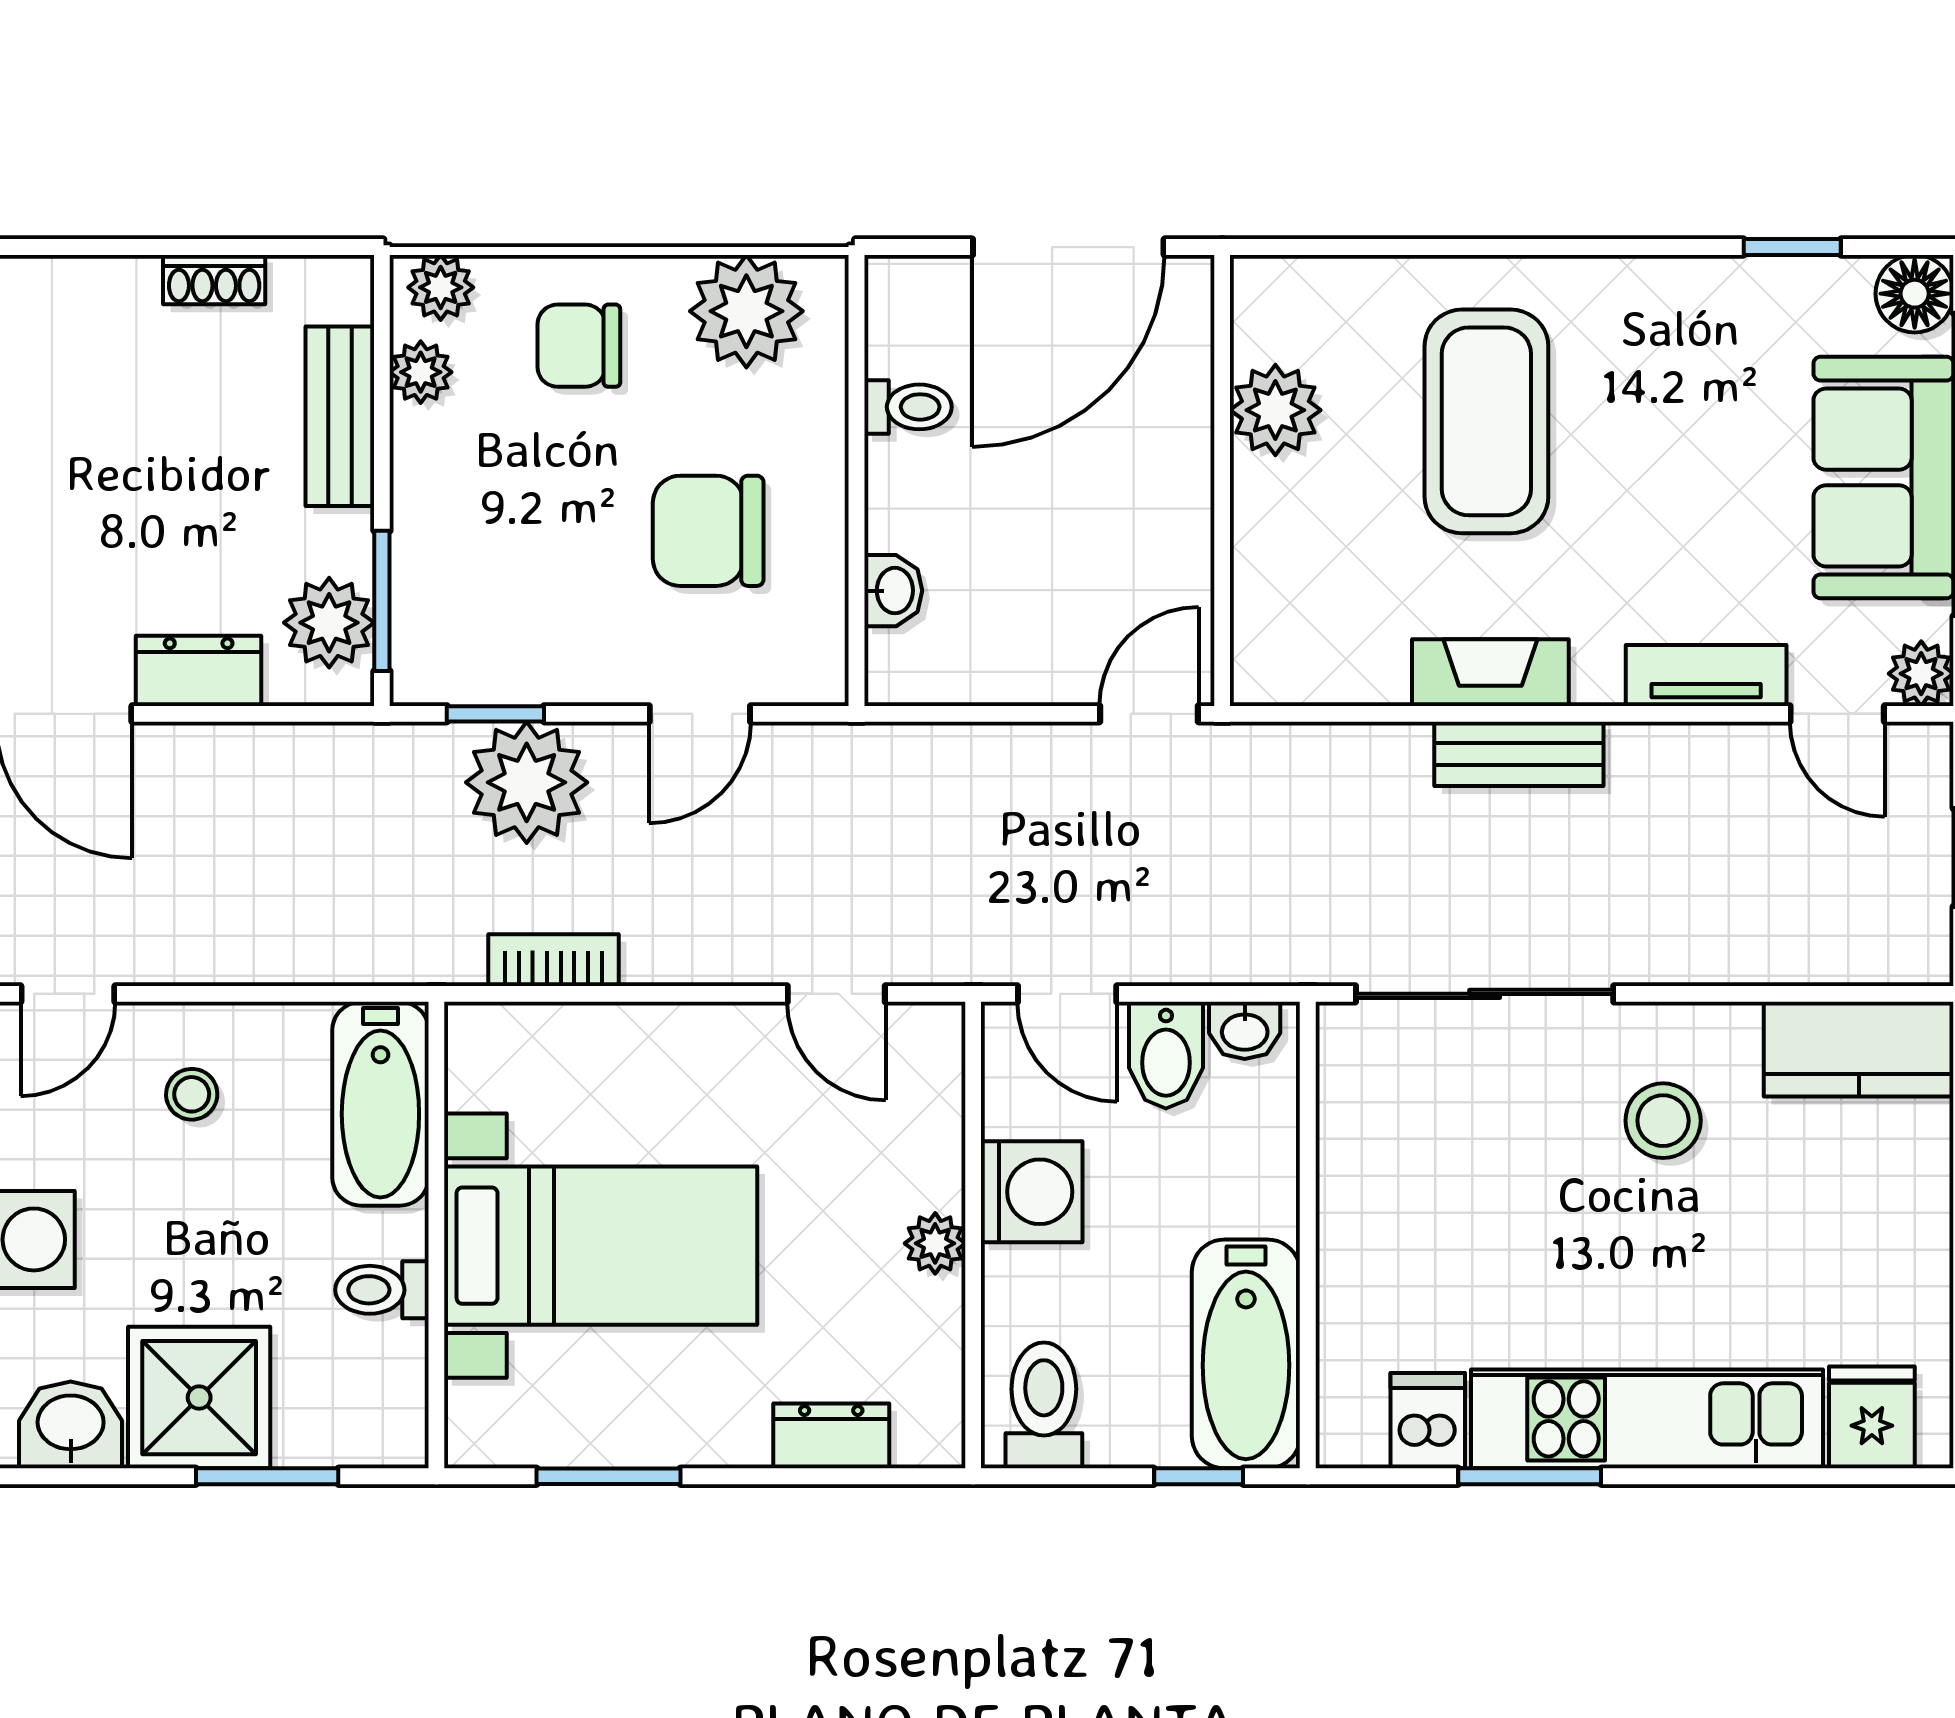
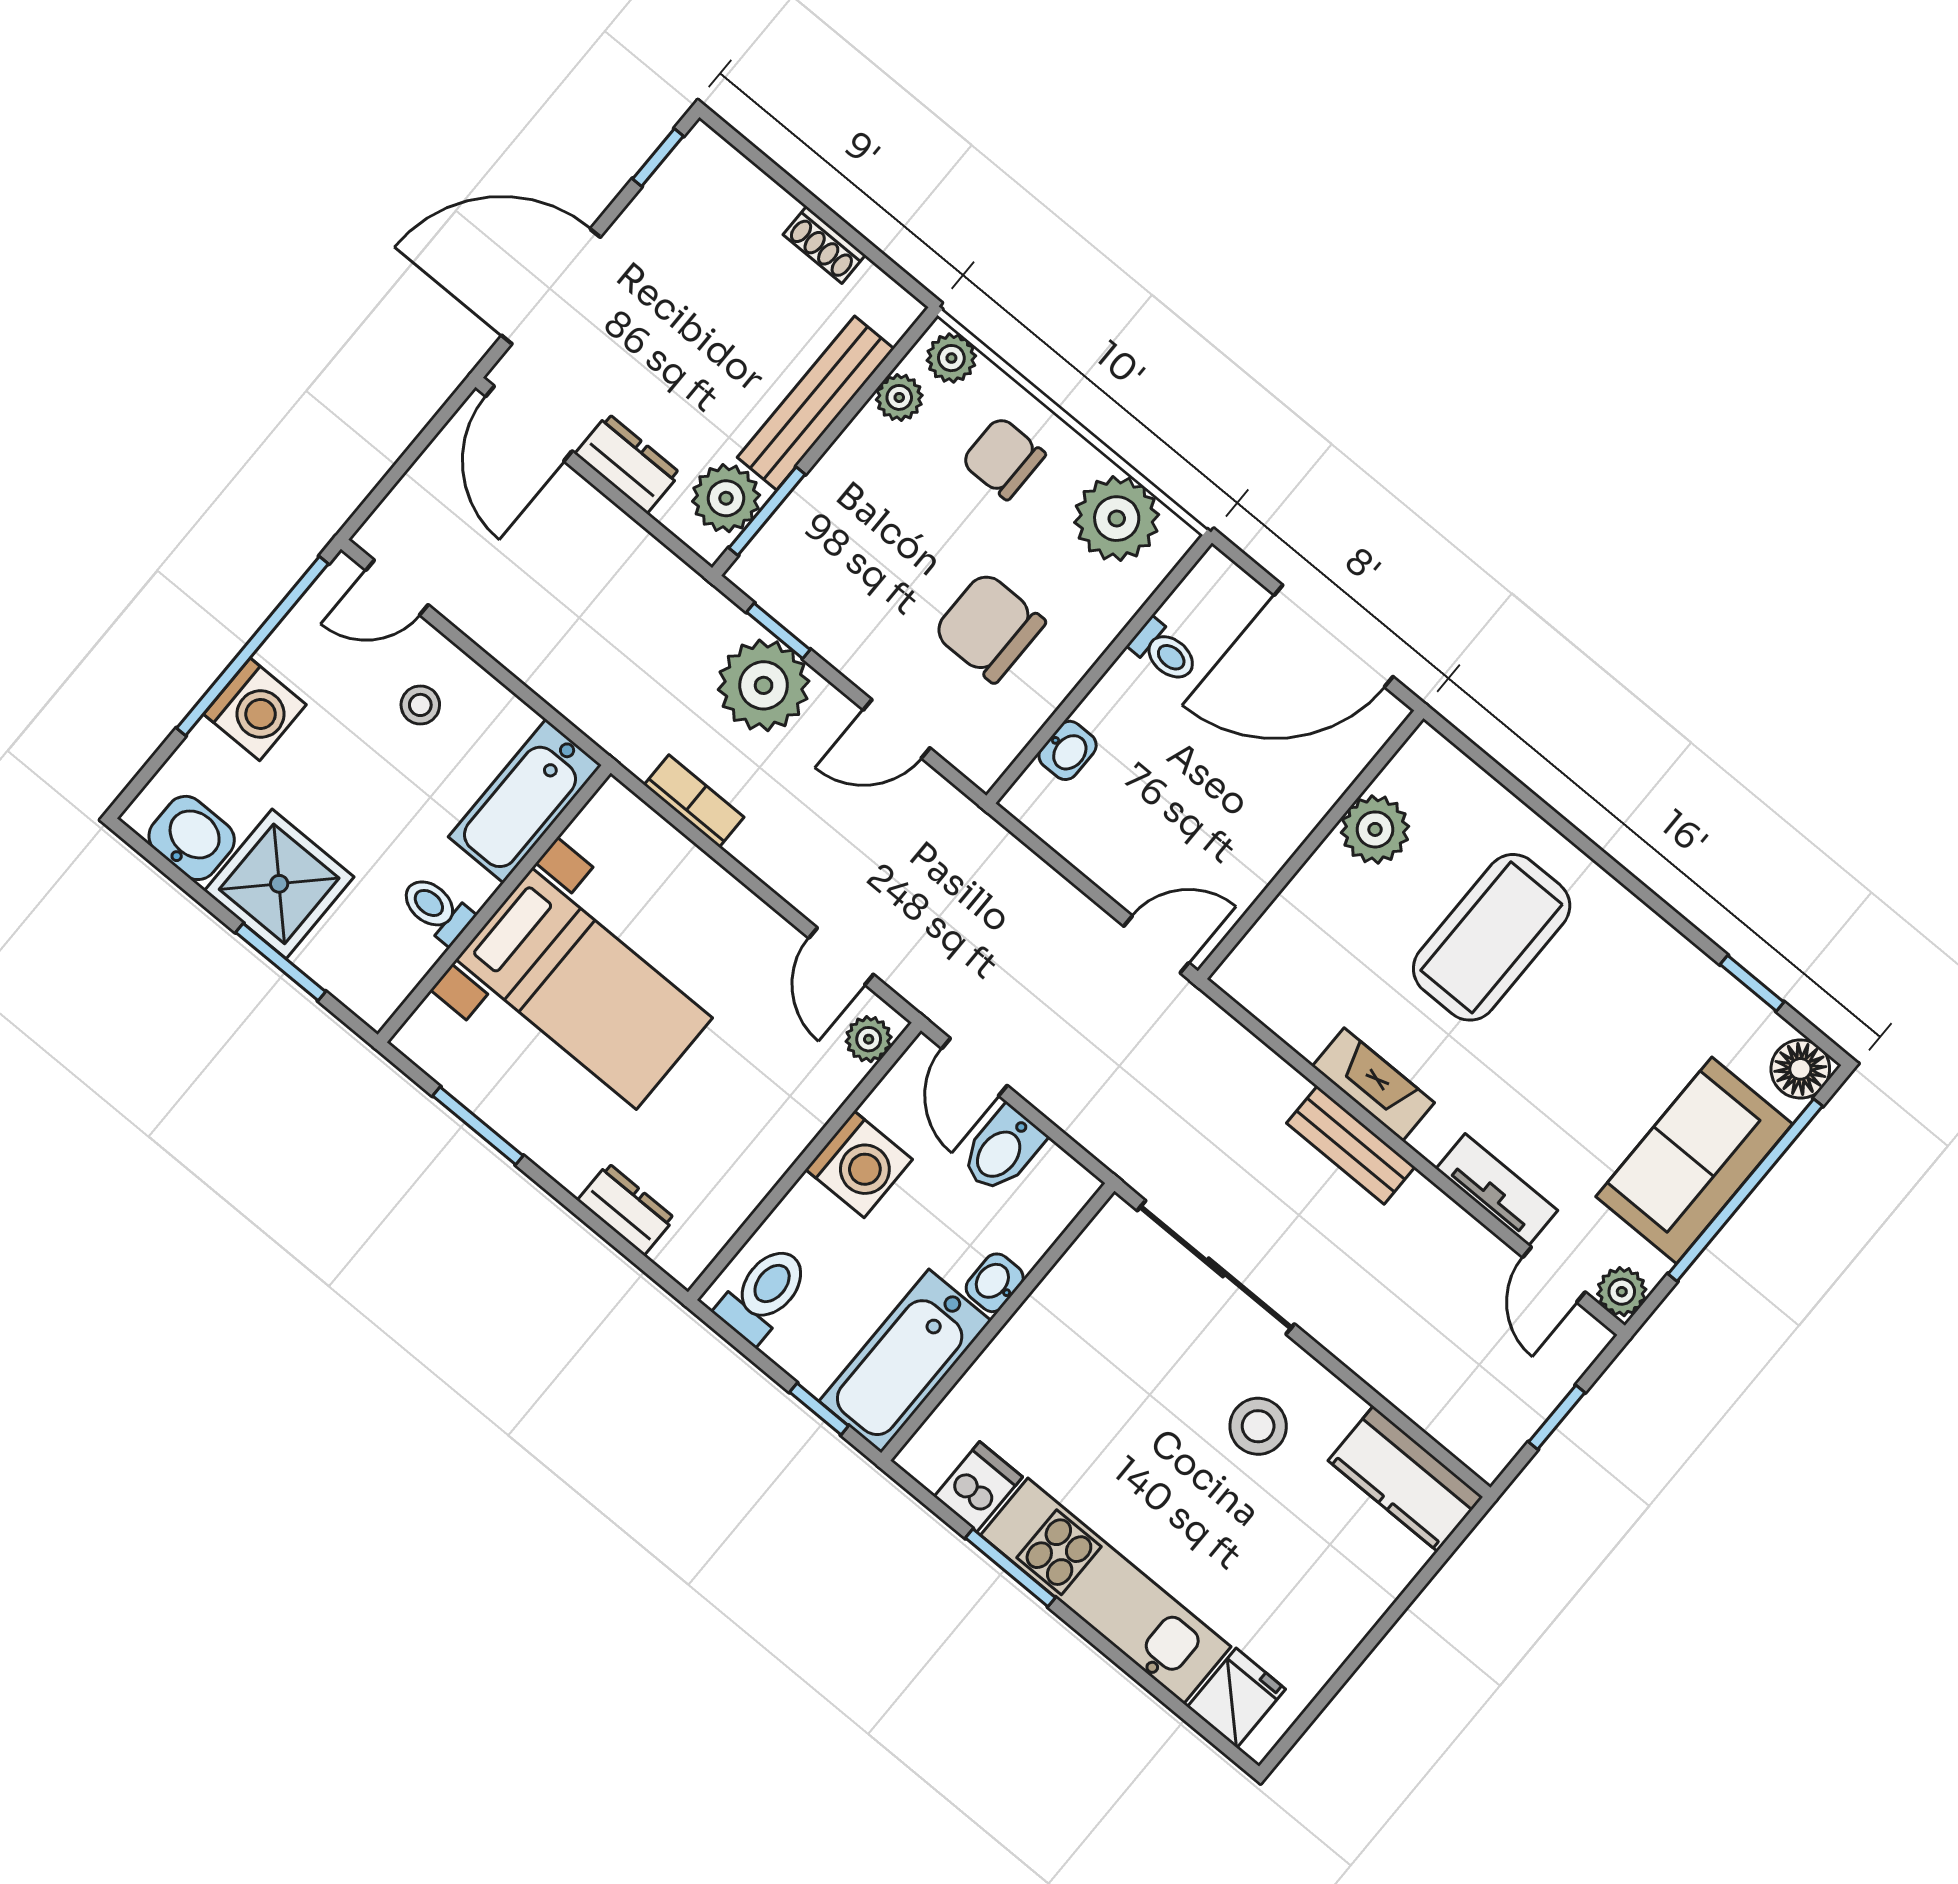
bench: (340, 416) -> (816, 403), width x1.36
washbasin: (1245, 1030) -> (995, 1283), moved, turned 90
plant: (935, 1243) -> (869, 1039), moved

